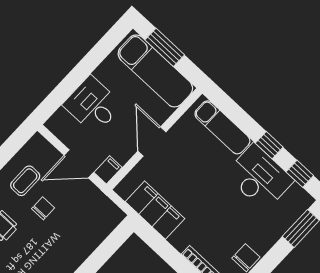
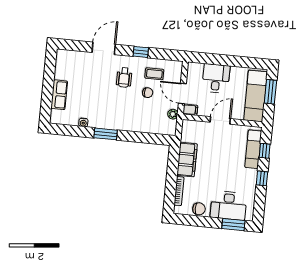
window: (300, 174) -> (265, 151), moved
desk: (259, 177) -> (229, 205), moved, turned 90
plant: (96, 197) -> (173, 114), added
filing cabinet: (155, 210) -> (187, 160), moved

